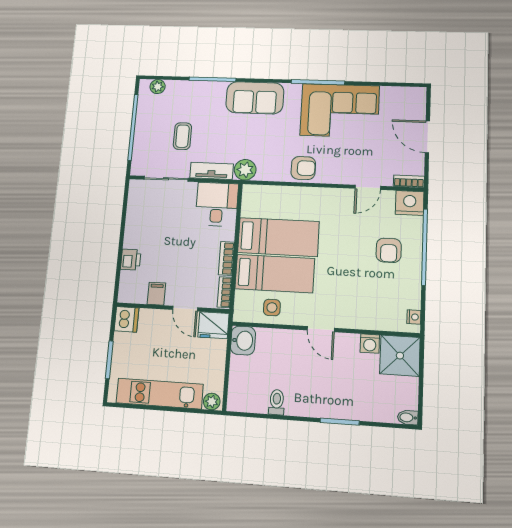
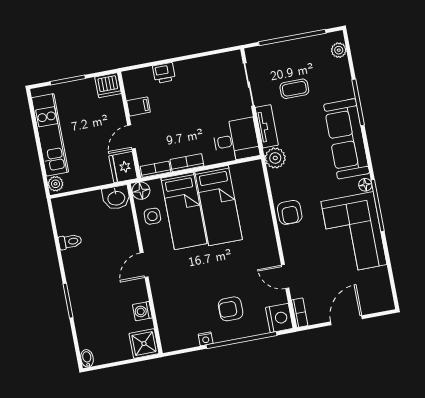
floor lamp: (294, 90) -> (365, 185), added
sofa: (255, 98) -> (347, 139), width x1.36
floor lamp: (243, 313) -> (141, 191), added
nightstand: (414, 317) -> (206, 339), moved
shower: (400, 356) -> (144, 344), width x0.73, depth x0.73

